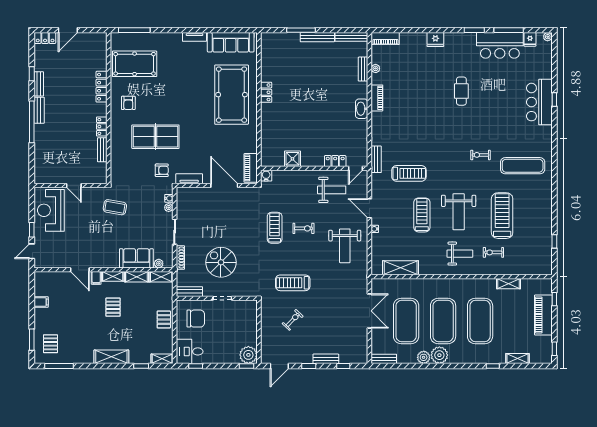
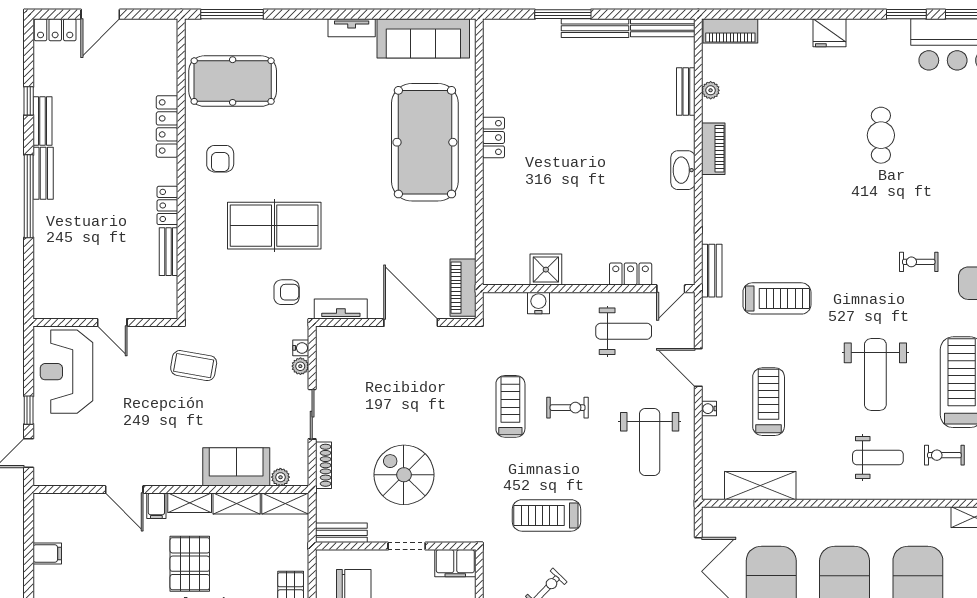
water cooler: (266, 176) -> (538, 303), moved
treadmill: (422, 215) -> (769, 402), moved
pallet: (113, 307) -> (190, 564), width x1.50, depth x1.42
filing cabinet: (247, 307) -> (455, 563), added

